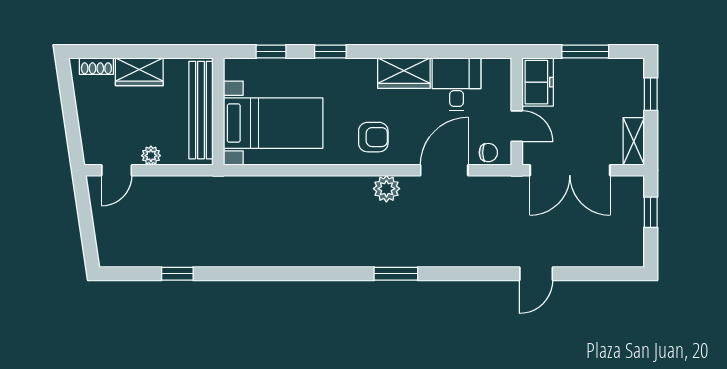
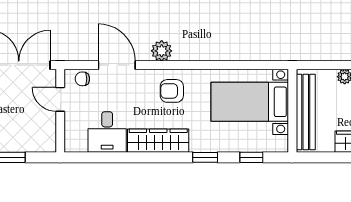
wardrobe: (404, 73) -> (158, 141), width x1.50
freezer: (538, 82) -> (44, 134), removed
door: (444, 170) -> (117, 65), swing flipped

